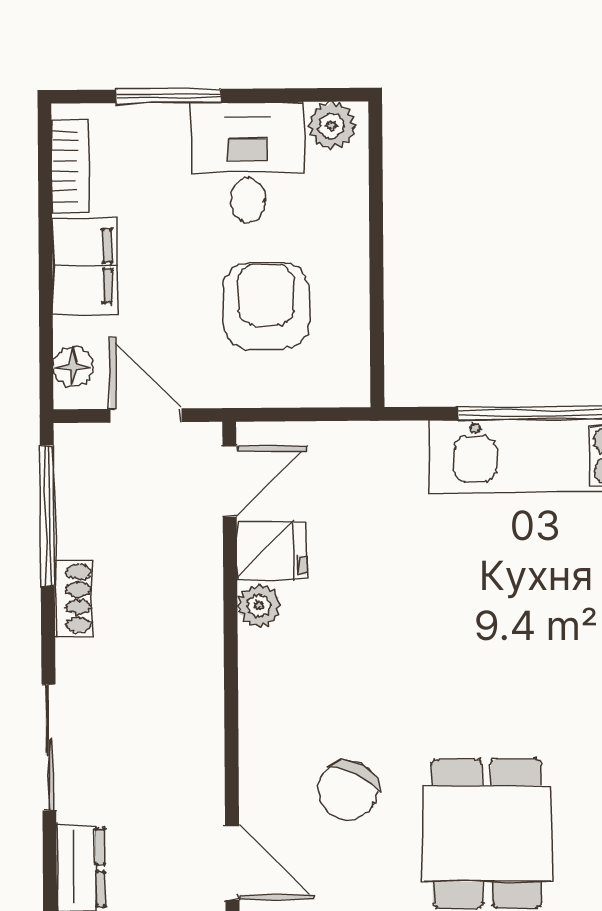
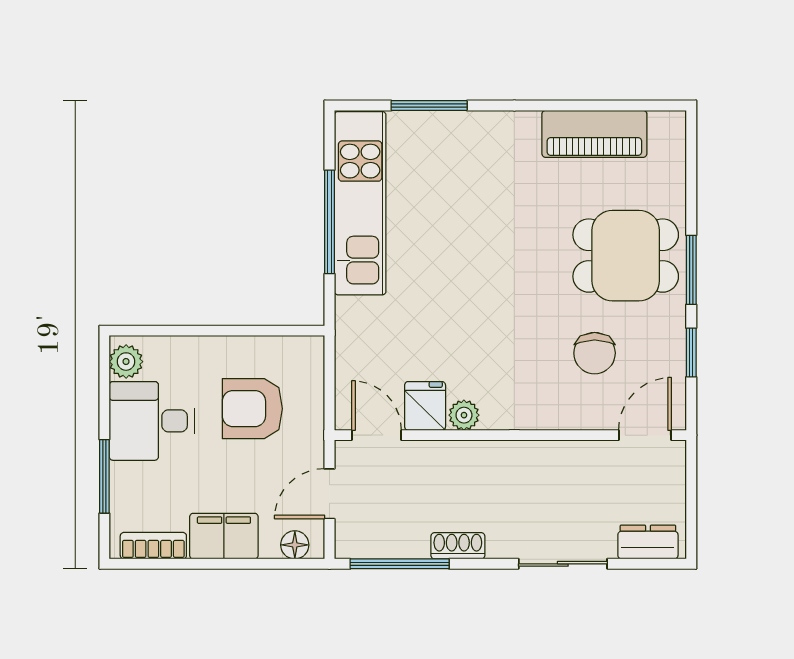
chair: (348, 790) -> (595, 353), turned 63

